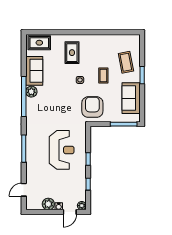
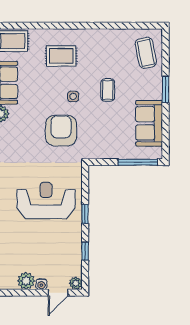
rug: (72, 53) -> (61, 56), turned 90
coffee table: (126, 62) -> (146, 53), moved
armchair: (92, 107) -> (61, 131), moved
reception desk: (62, 150) -> (46, 201), turned -90

